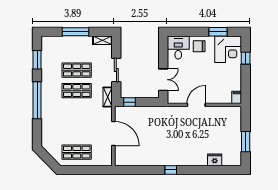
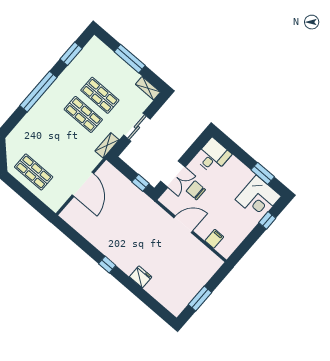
chair: (199, 46) -> (196, 190), moved
filing cabinet: (237, 97) -> (214, 239), moved
window: (130, 102) -> (141, 183), moved
fridge: (215, 160) -> (141, 277), moved

